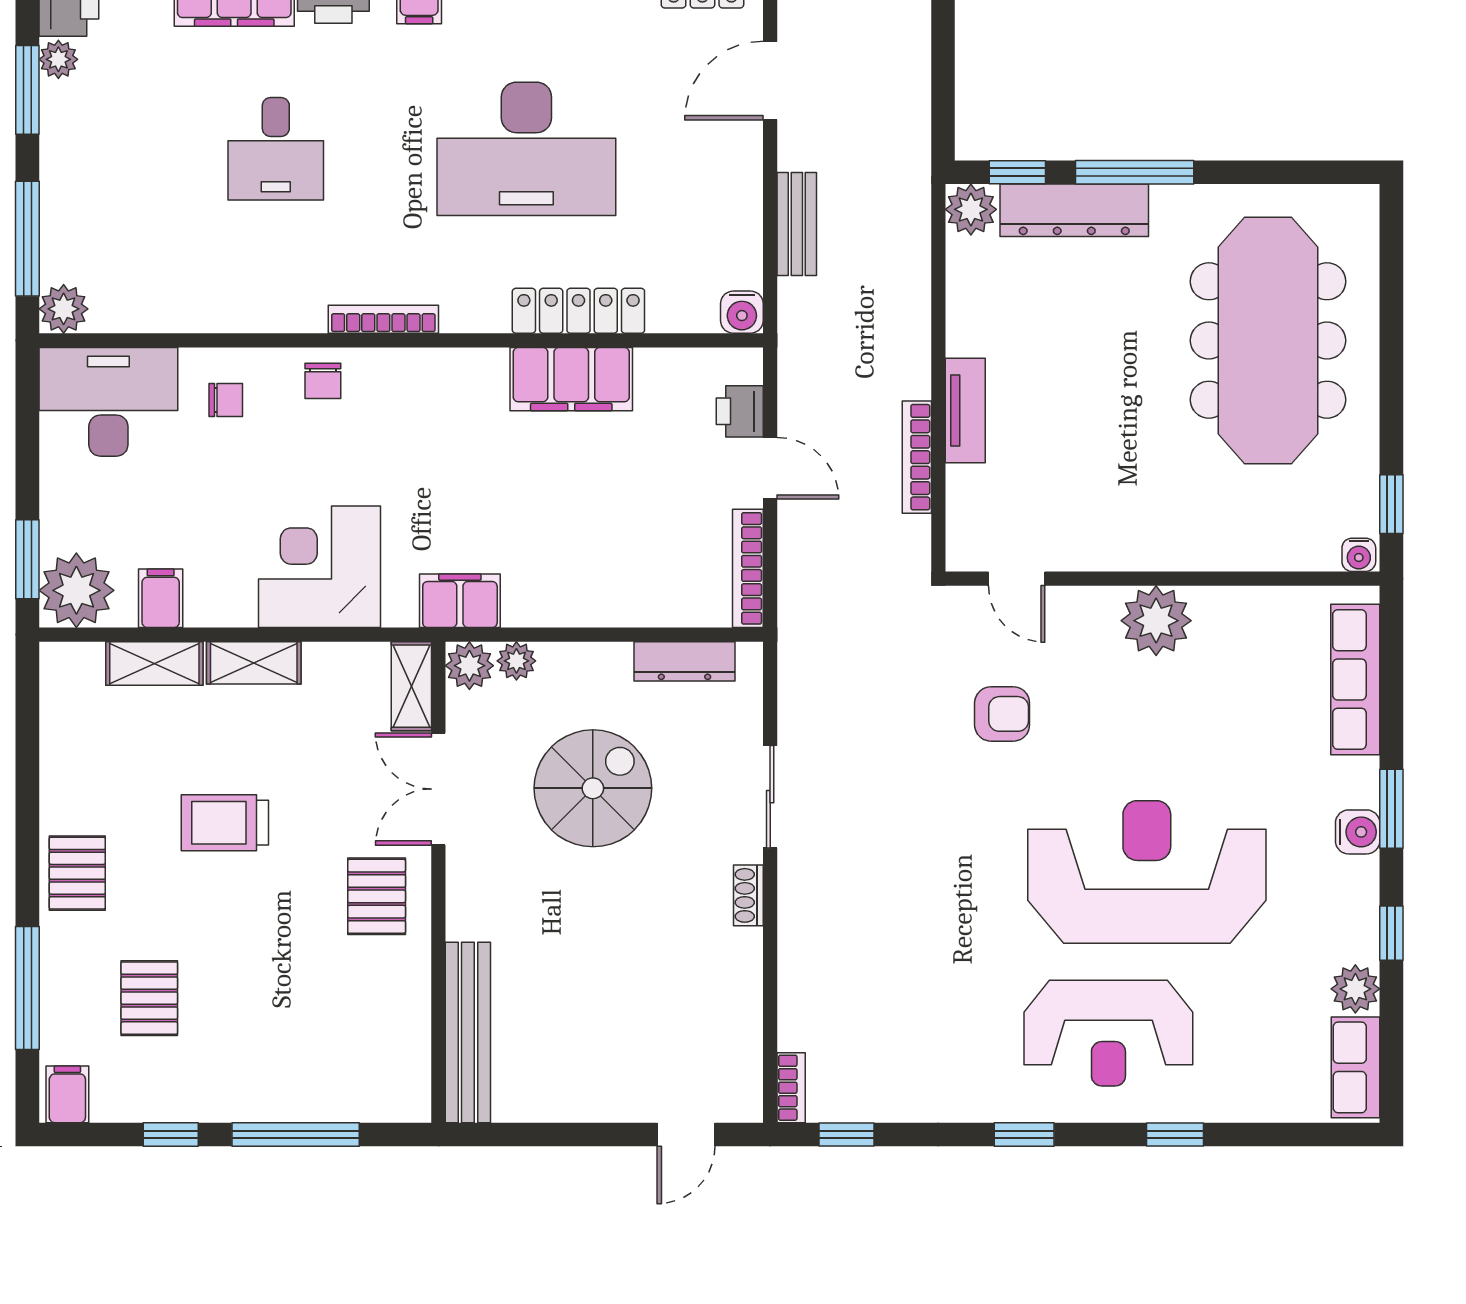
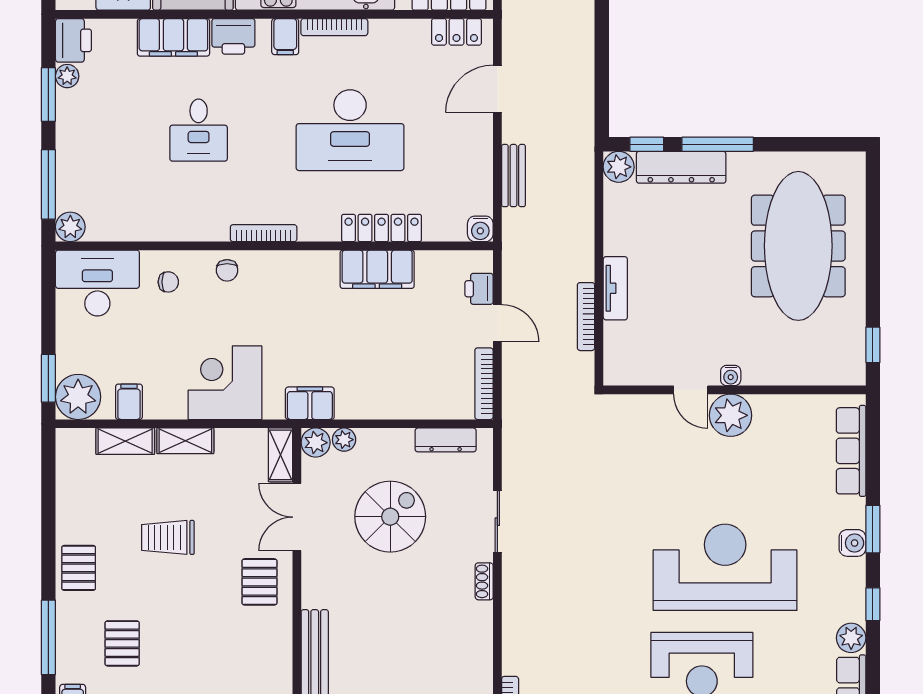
water cooler: (1359, 555) -> (731, 376), moved
door: (1017, 579) -> (691, 390), moved
armchair: (1002, 714) -> (638, 472), removed

